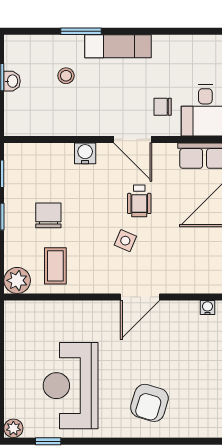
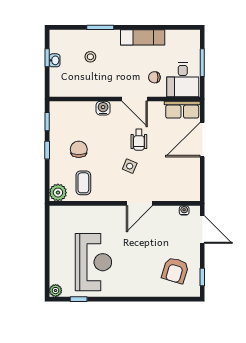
exam couch: (118, 46) -> (143, 37), moved
reception desk: (71, 386) -> (93, 262), turned 180
armchair: (149, 403) -> (175, 270), moved

